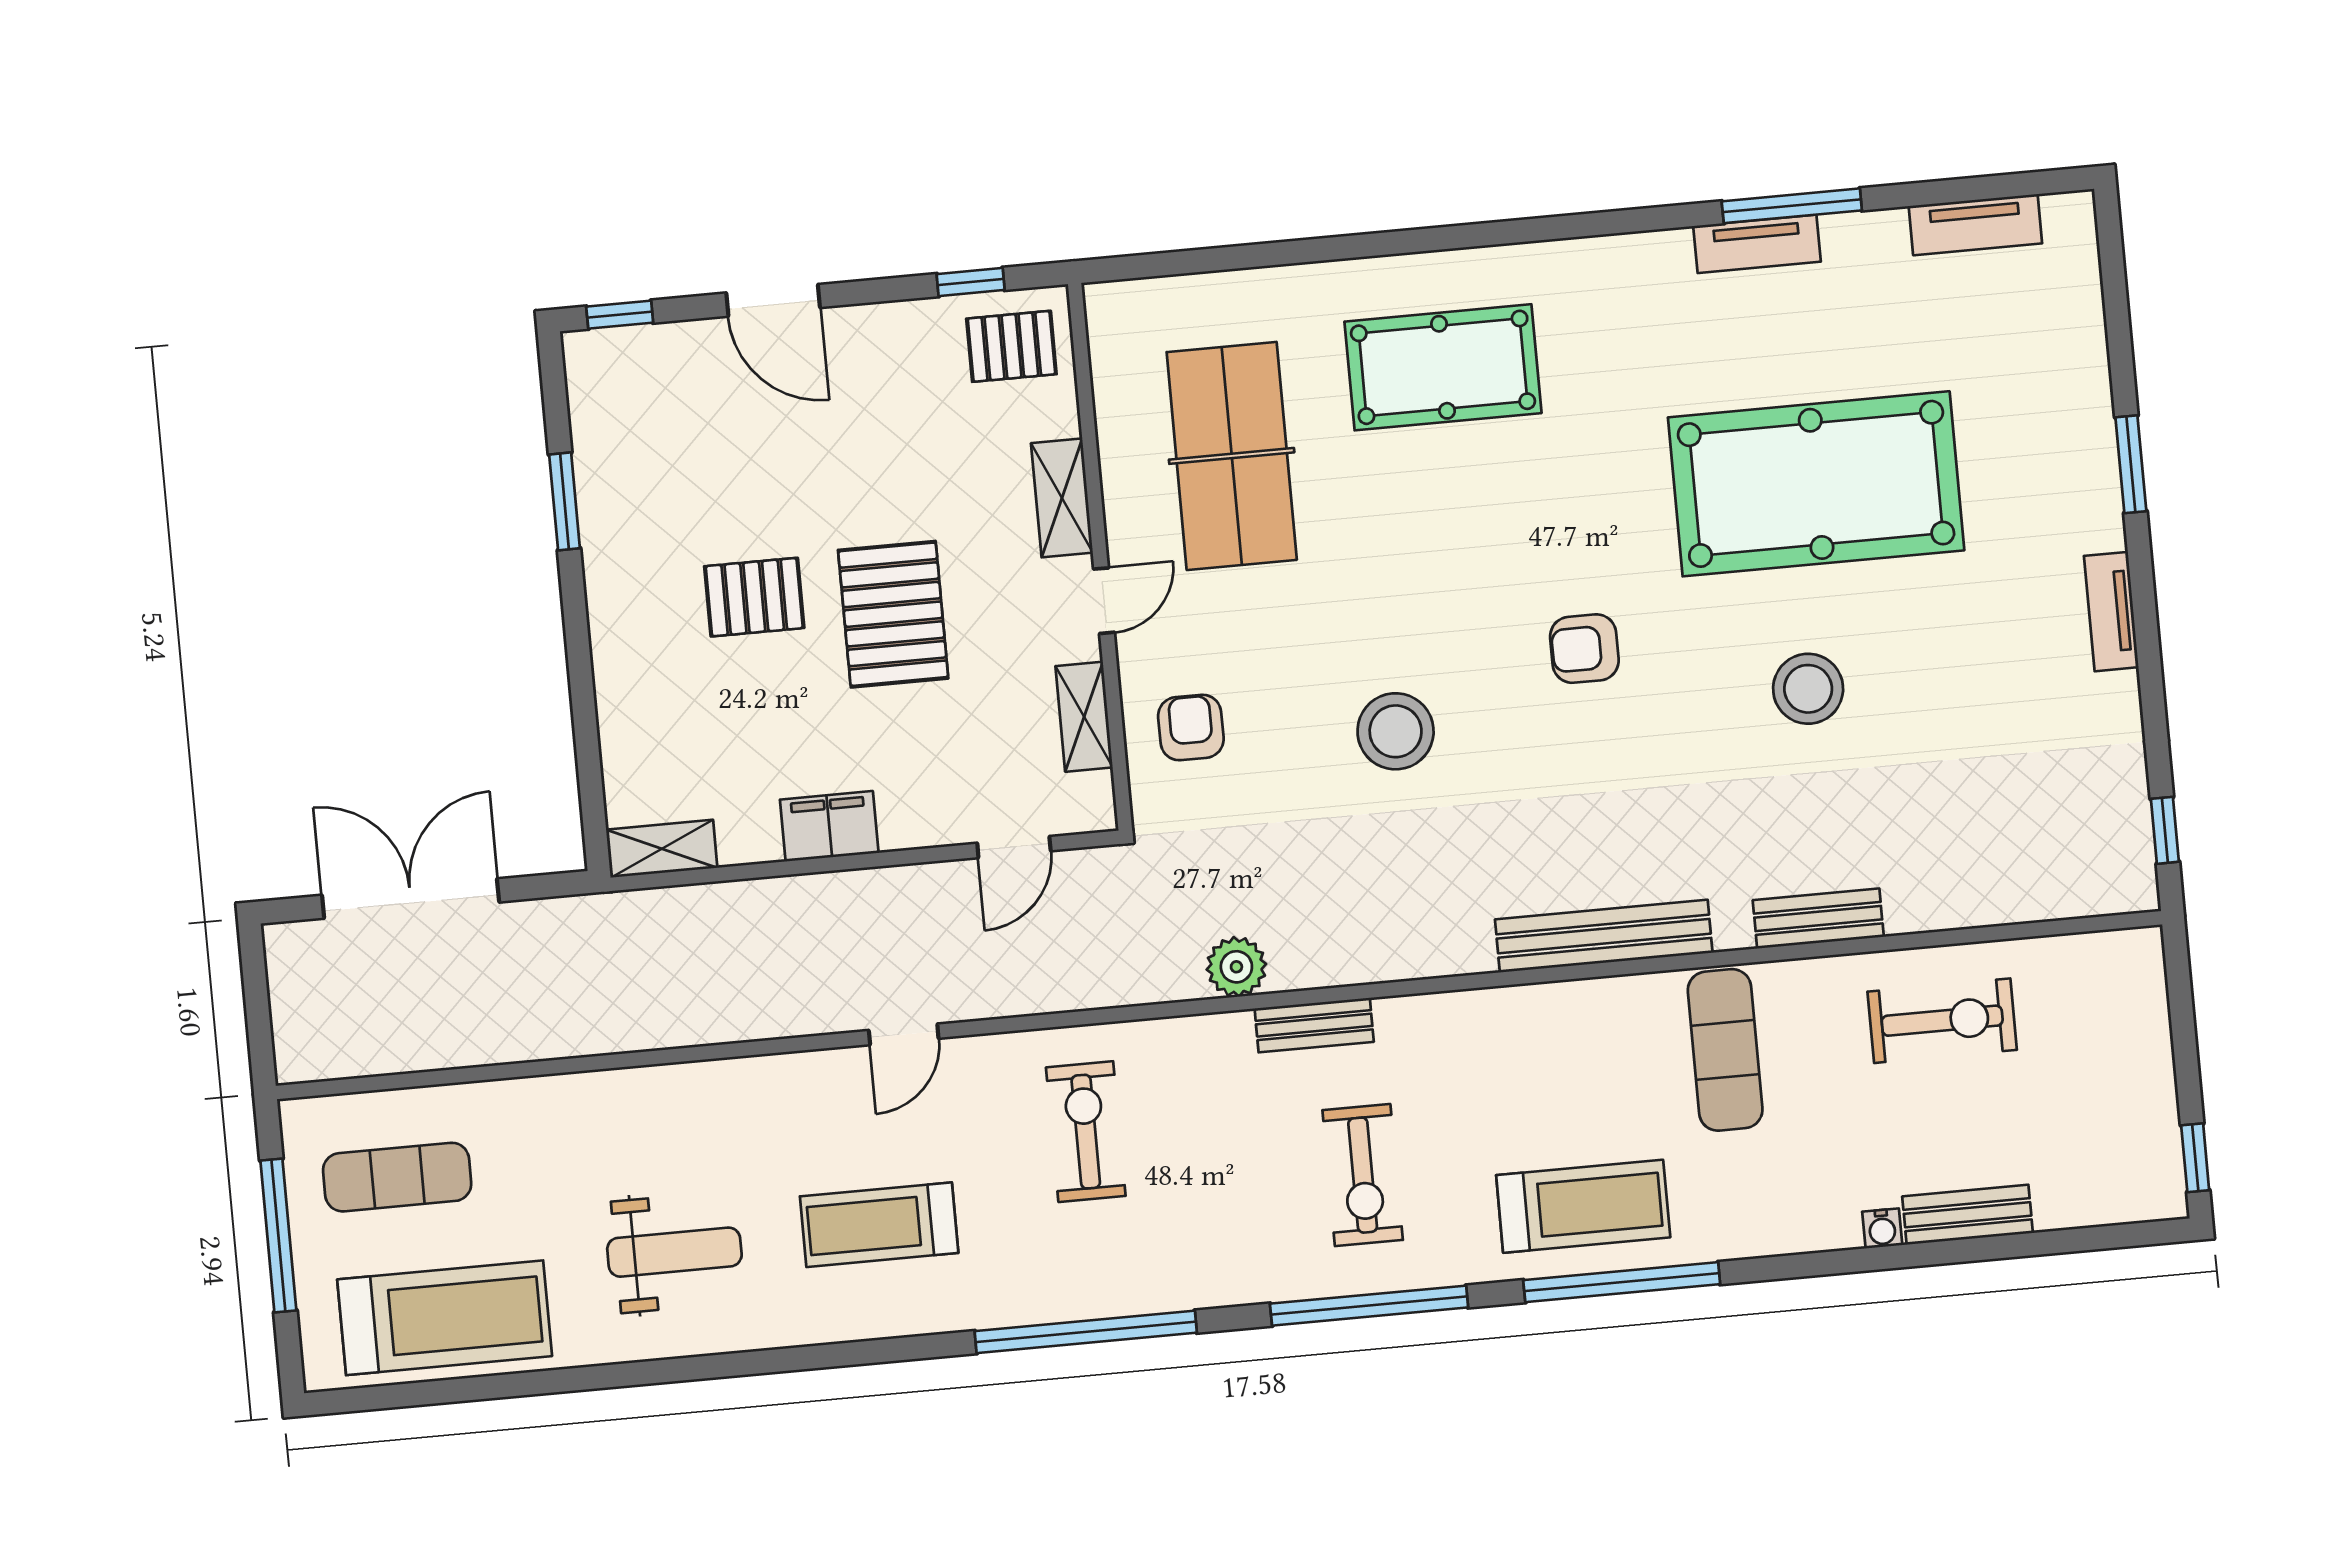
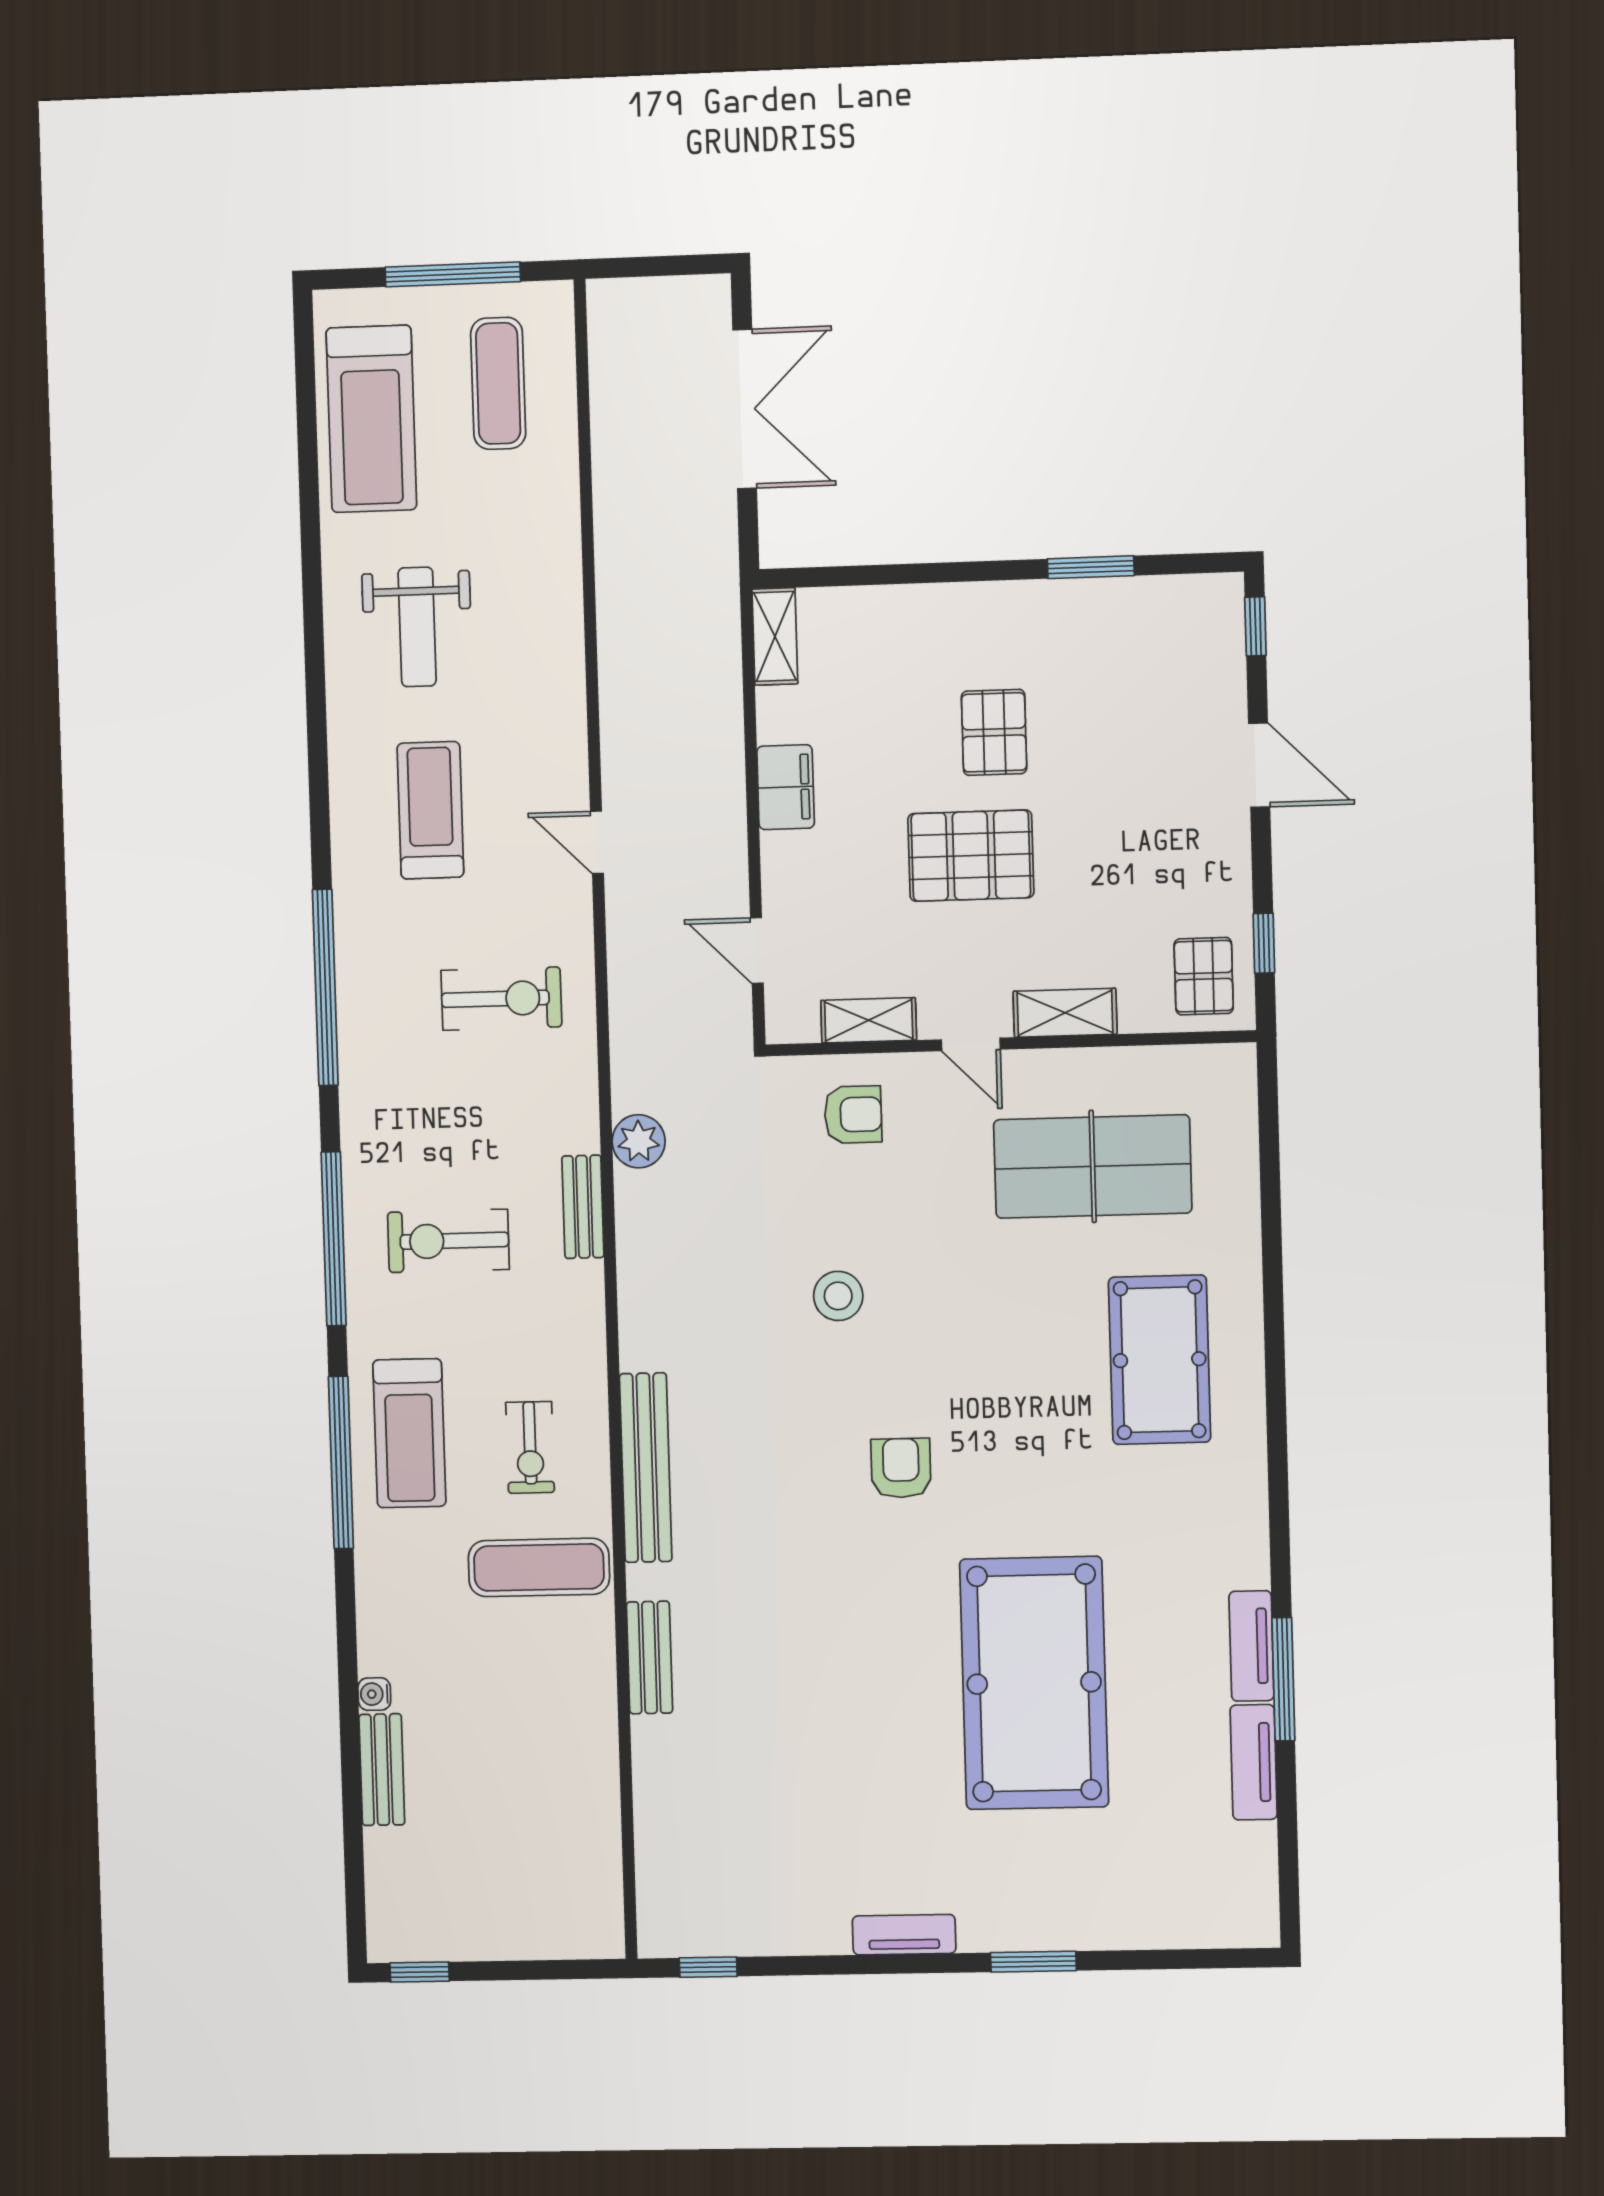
tv unit: (1975, 225) -> (1254, 1762), moved
door: (773, 300) -> (1259, 765), swing flipped
stool: (1808, 689) -> (853, 1663), removed
stool: (1396, 731) -> (838, 1296), width x0.73, depth x0.73
exercise bike: (1942, 1021) -> (530, 1447), moved, width x0.73, depth x0.72

